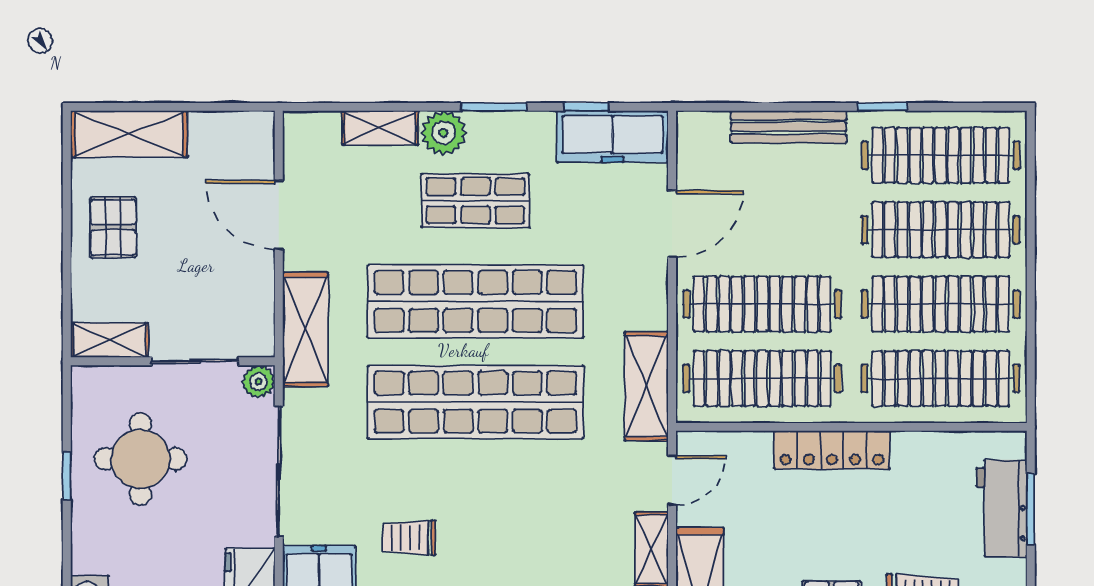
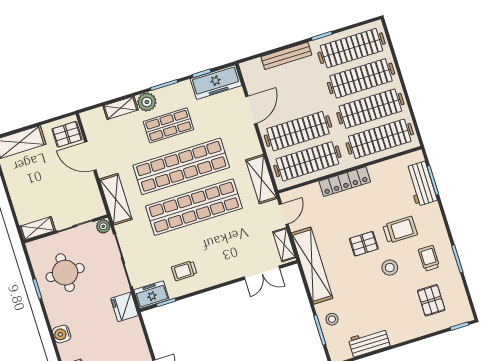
pallet: (113, 227) -> (67, 134), moved, turned 90

